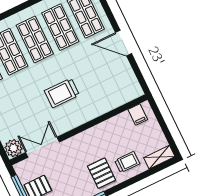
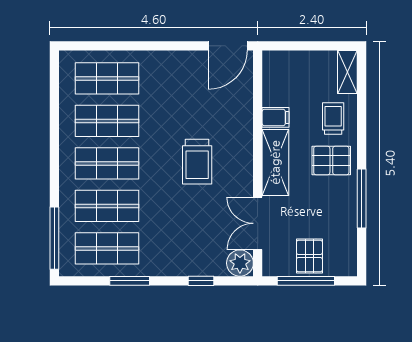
door: (123, 43) -> (228, 46), moved
filing cabinet: (138, 114) -> (276, 117), moved
shelving: (84, 140) -> (275, 162), added

